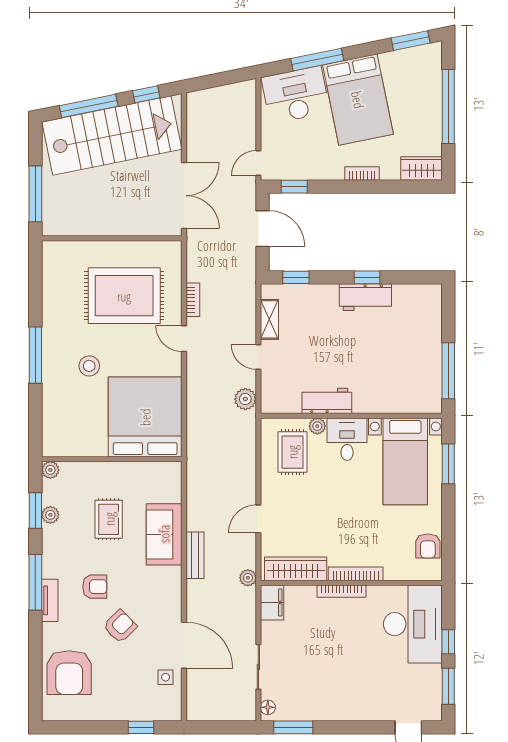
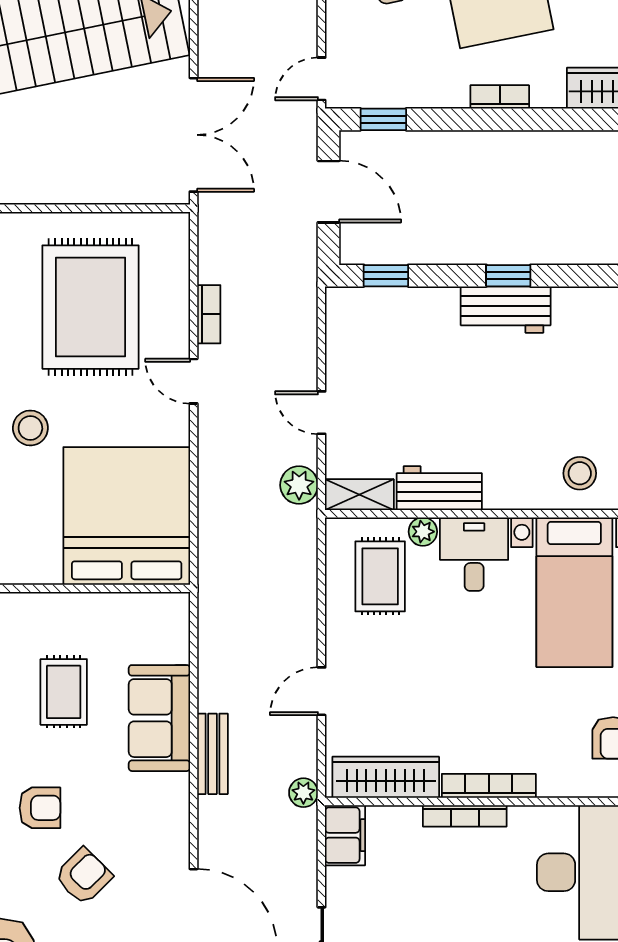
rug: (124, 296) -> (91, 307), turned 90
shelving: (269, 319) -> (359, 495), moved, turned 90
stool: (408, 392) -> (580, 473), added

